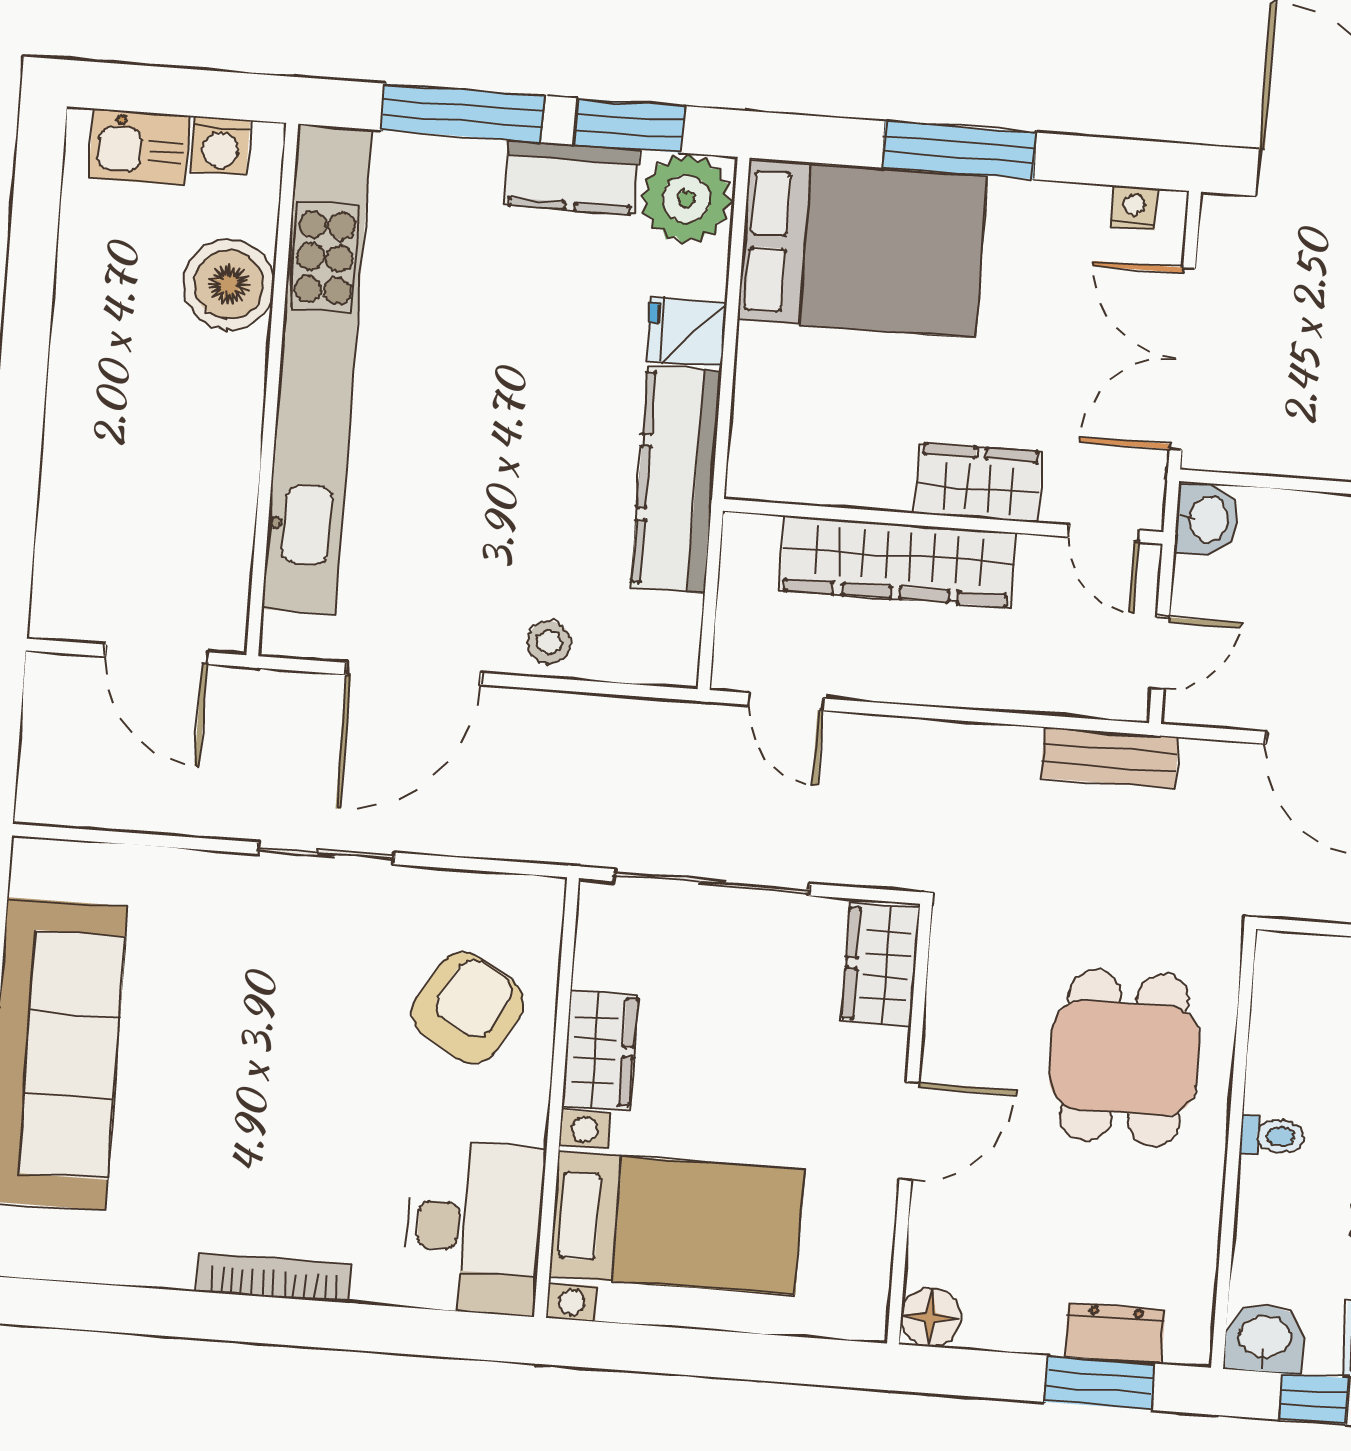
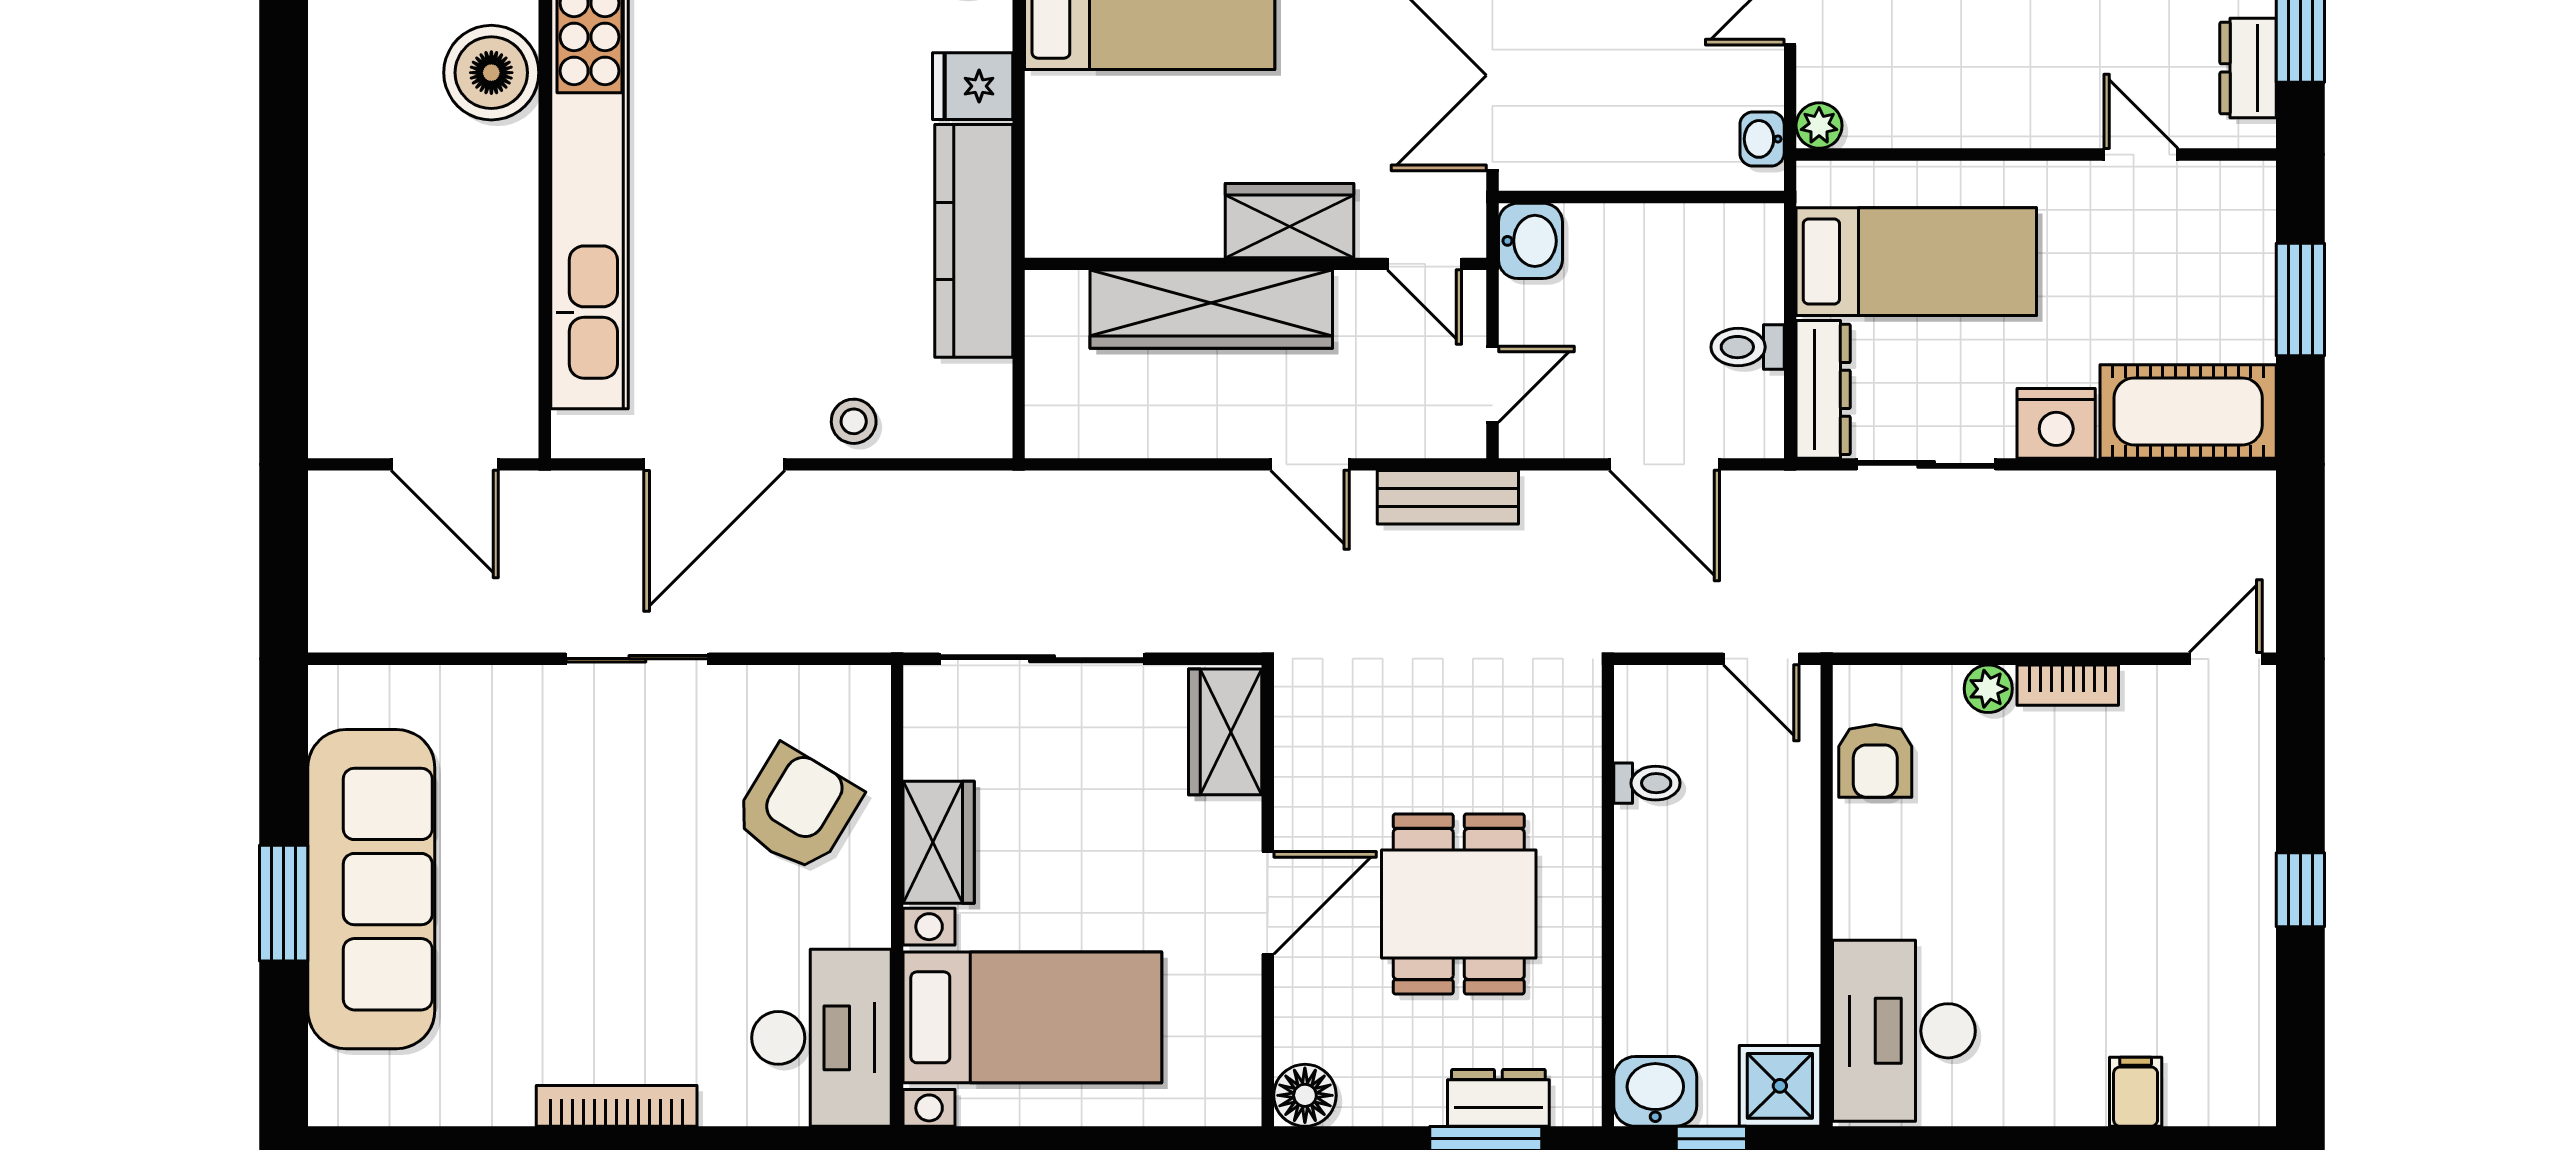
door: (786, 702) -> (1310, 464), moved
dining table: (1124, 1058) -> (1459, 904), moved
toilet: (1272, 1136) -> (1647, 783), moved

